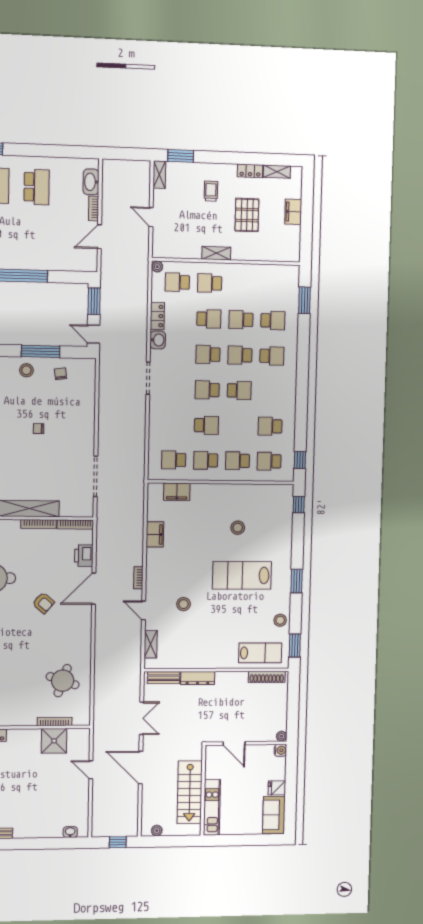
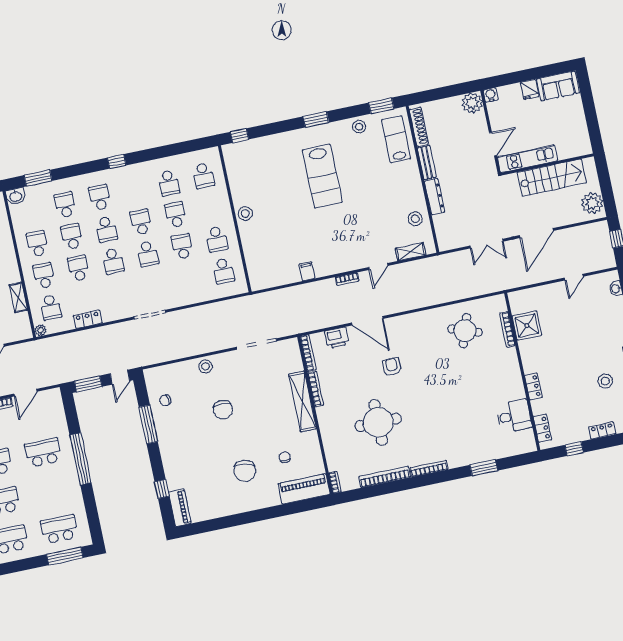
door: (99, 237) -> (26, 393), hinge flipped
school desk: (36, 240) -> (43, 453), added
shelving: (216, 253) -> (18, 297), moved
school desk: (210, 283) -> (44, 276), turned 180
school desk: (242, 284) -> (37, 244), added
school desk: (241, 320) -> (72, 237), turned 180
washbasin: (158, 340) -> (16, 196), moved, turned 180
stool: (26, 370) -> (206, 366), moved
chair: (39, 429) -> (223, 410), width x1.87, depth x1.87
window: (300, 460) -> (117, 161), moved
school desk: (237, 461) -> (176, 215), moved, turned 180
filing cabinet: (177, 492) -> (254, 261), removed
stool: (238, 528) -> (245, 213), moved
filing cabinet: (155, 534) -> (307, 271), width x0.50
armchair: (43, 603) -> (392, 367), turned -41
stool: (184, 604) -> (415, 219), moved
bench: (164, 678) -> (427, 163), moved
double door: (142, 718) -> (487, 244), swing flipped
plant: (282, 736) -> (472, 103), width x1.88, depth x1.88
door: (91, 770) -> (574, 277), moved
kitchen unit: (212, 807) -> (527, 159), moved
plant: (157, 831) -> (592, 203), width x1.87, depth x1.87

